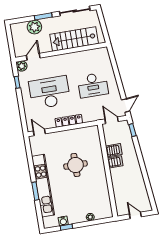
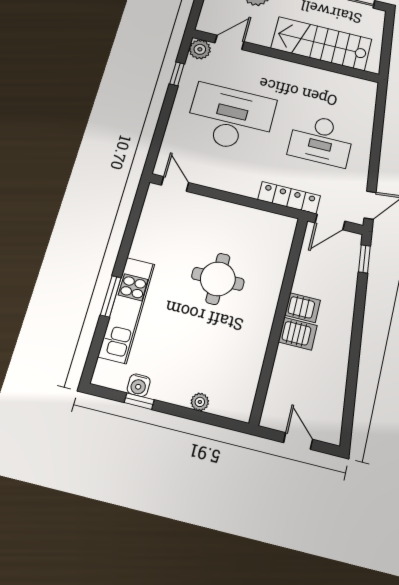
door: (112, 120) -> (330, 222), swing flipped
locker: (69, 121) -> (289, 198), moved
server rack: (114, 150) -> (298, 334), moved
kitchen unit: (43, 186) -> (127, 310), width x0.73

